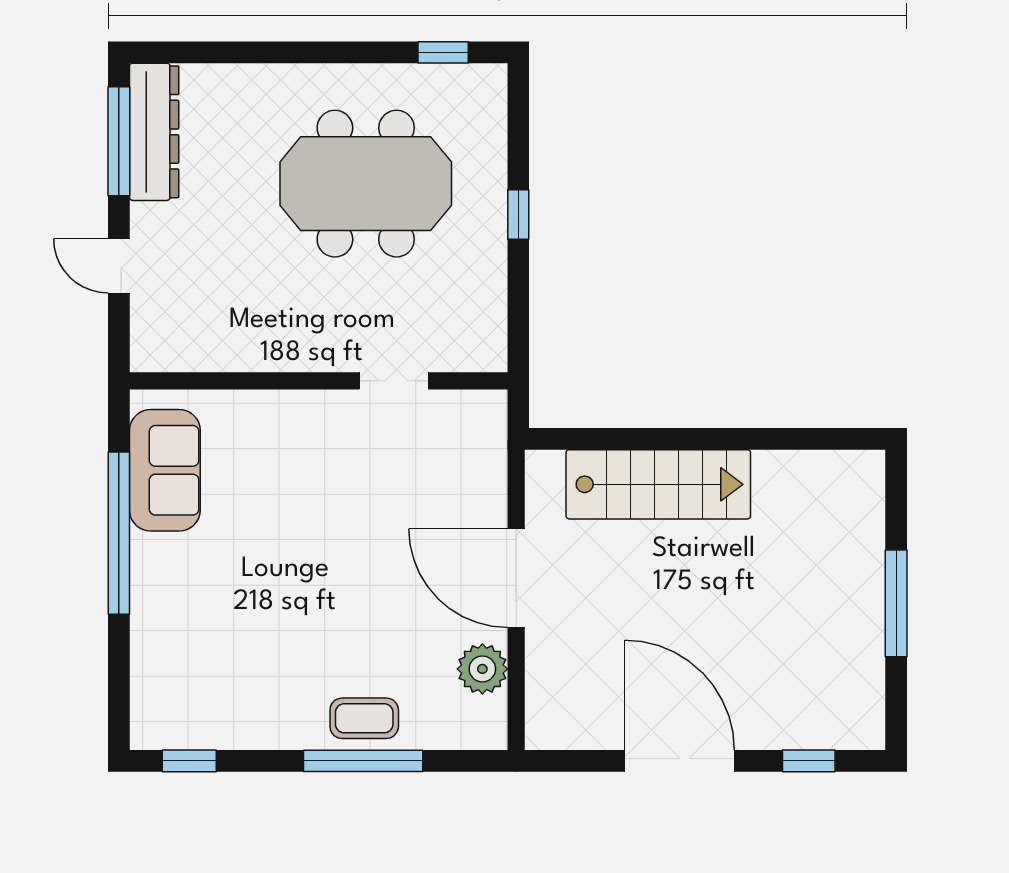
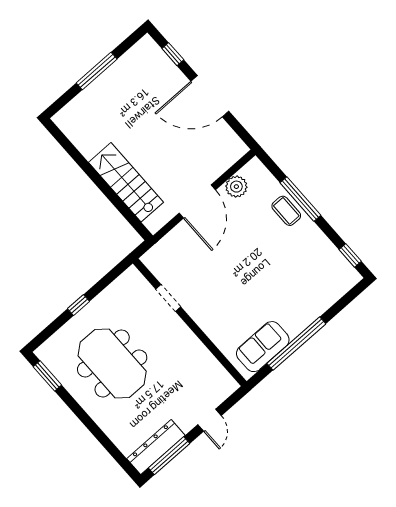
window: (443, 52) -> (47, 376), width x1.50
door: (680, 761) -> (210, 96), hinge flipped

